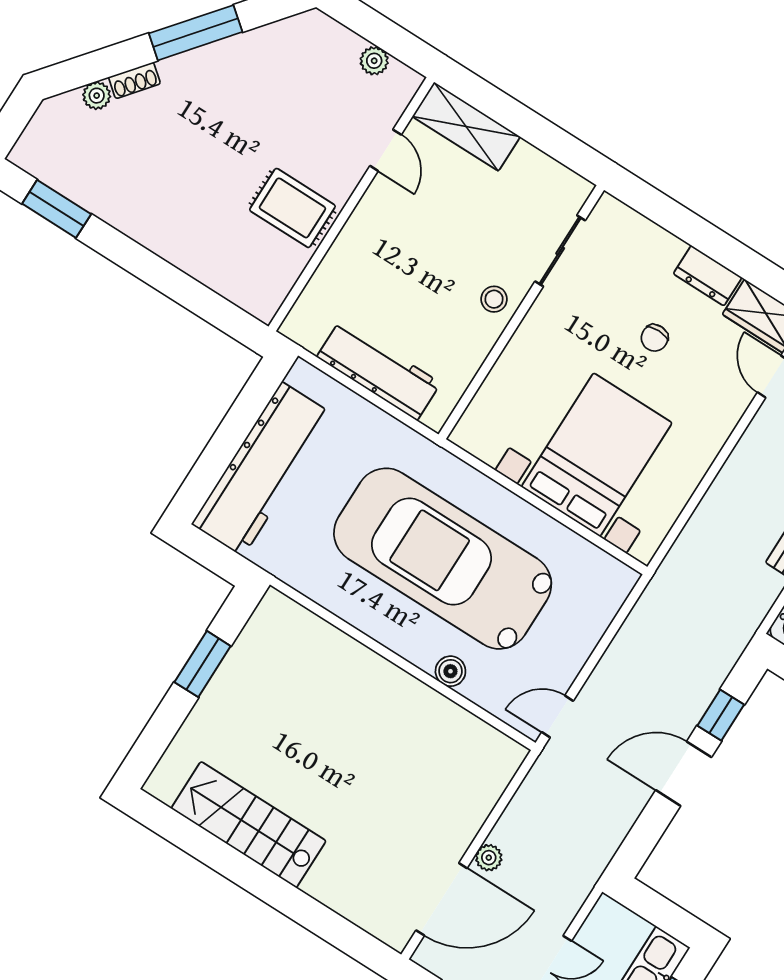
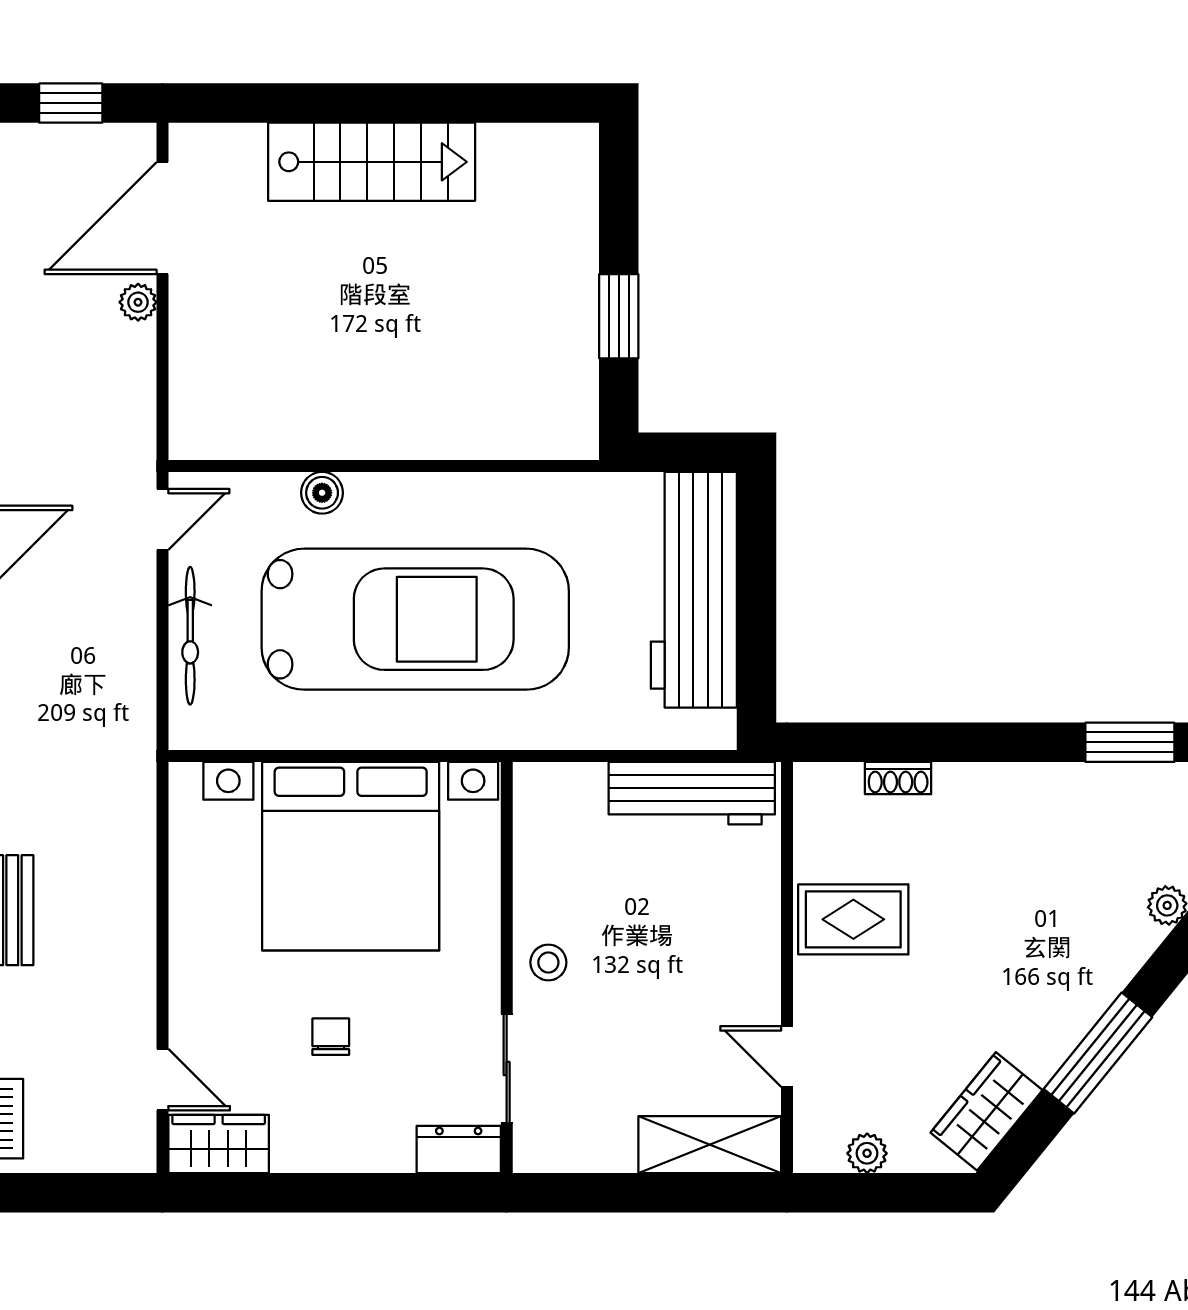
wardrobe: (286, 40) -> (987, 1111), added
shoe rack: (134, 80) -> (898, 778), moved, turned -129
dresser: (708, 276) -> (459, 1149), moved
workbench: (379, 370) -> (692, 793), moved
bed with nightstands: (597, 455) -> (351, 856), width x1.36
bicycle: (586, 635) -> (190, 636), added
stairs: (249, 825) -> (372, 162), moved

